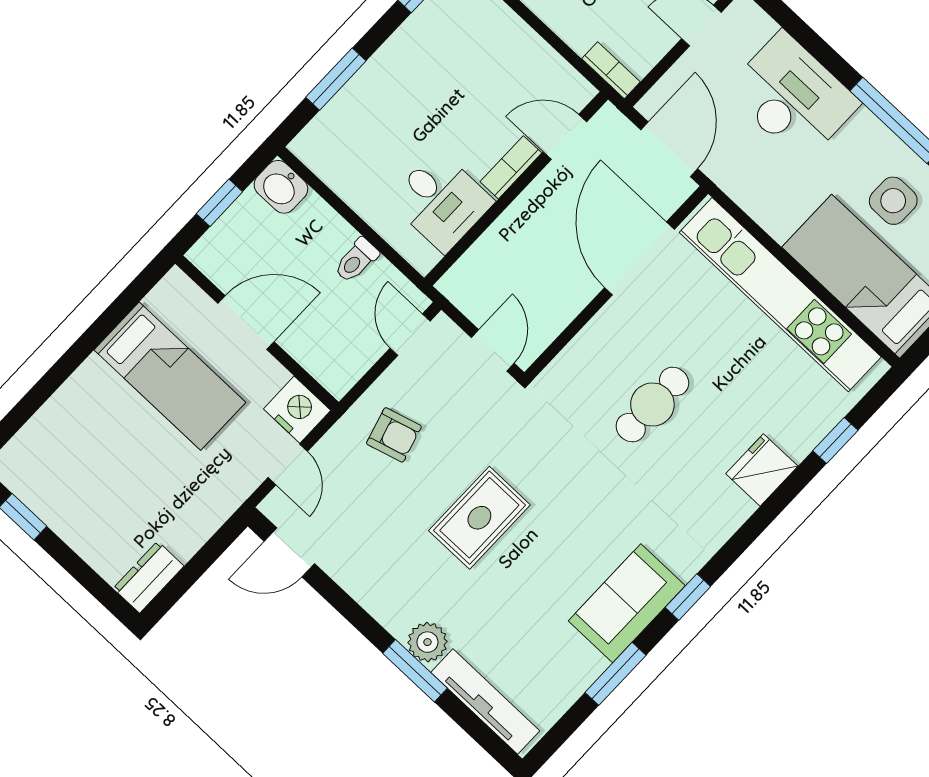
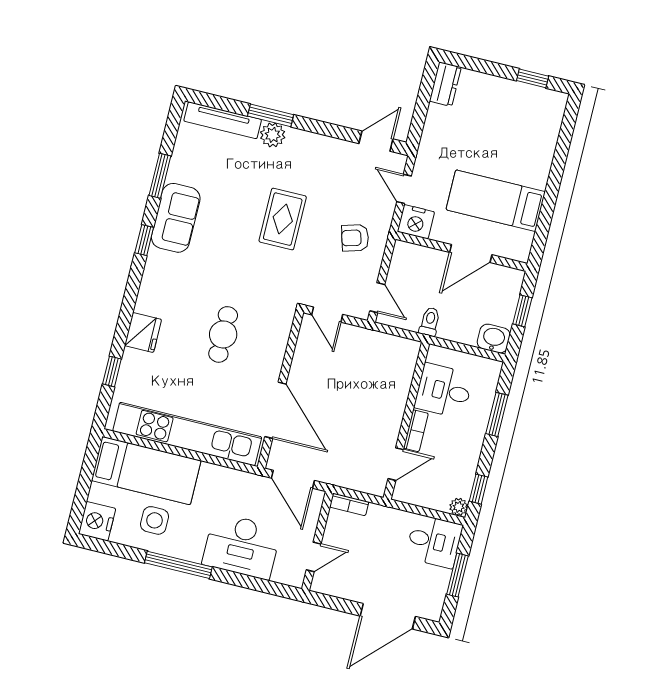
door: (565, 137) -> (396, 464), moved
bookcase: (511, 167) -> (416, 431), moved
wall: (516, 189) -> (406, 421), moved
desk: (441, 201) -> (444, 391), moved

